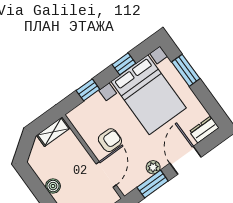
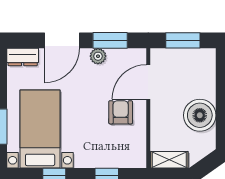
bed with nightstands: (149, 95) -> (40, 129), width x0.73
armchair: (110, 140) -> (121, 112), turned 90
boiler: (53, 186) -> (200, 115), width x1.86, depth x1.86

